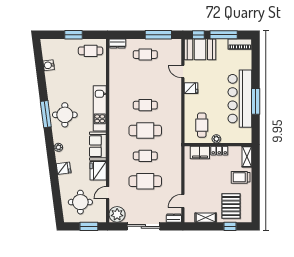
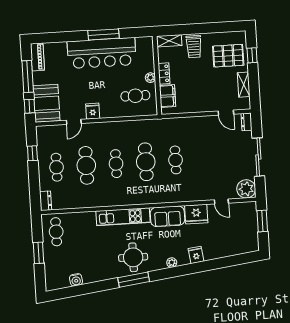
window: (158, 35) -> (32, 153), width x0.46
cafe table: (145, 181) -> (86, 165), moved
round table: (80, 202) -> (234, 233), removed

